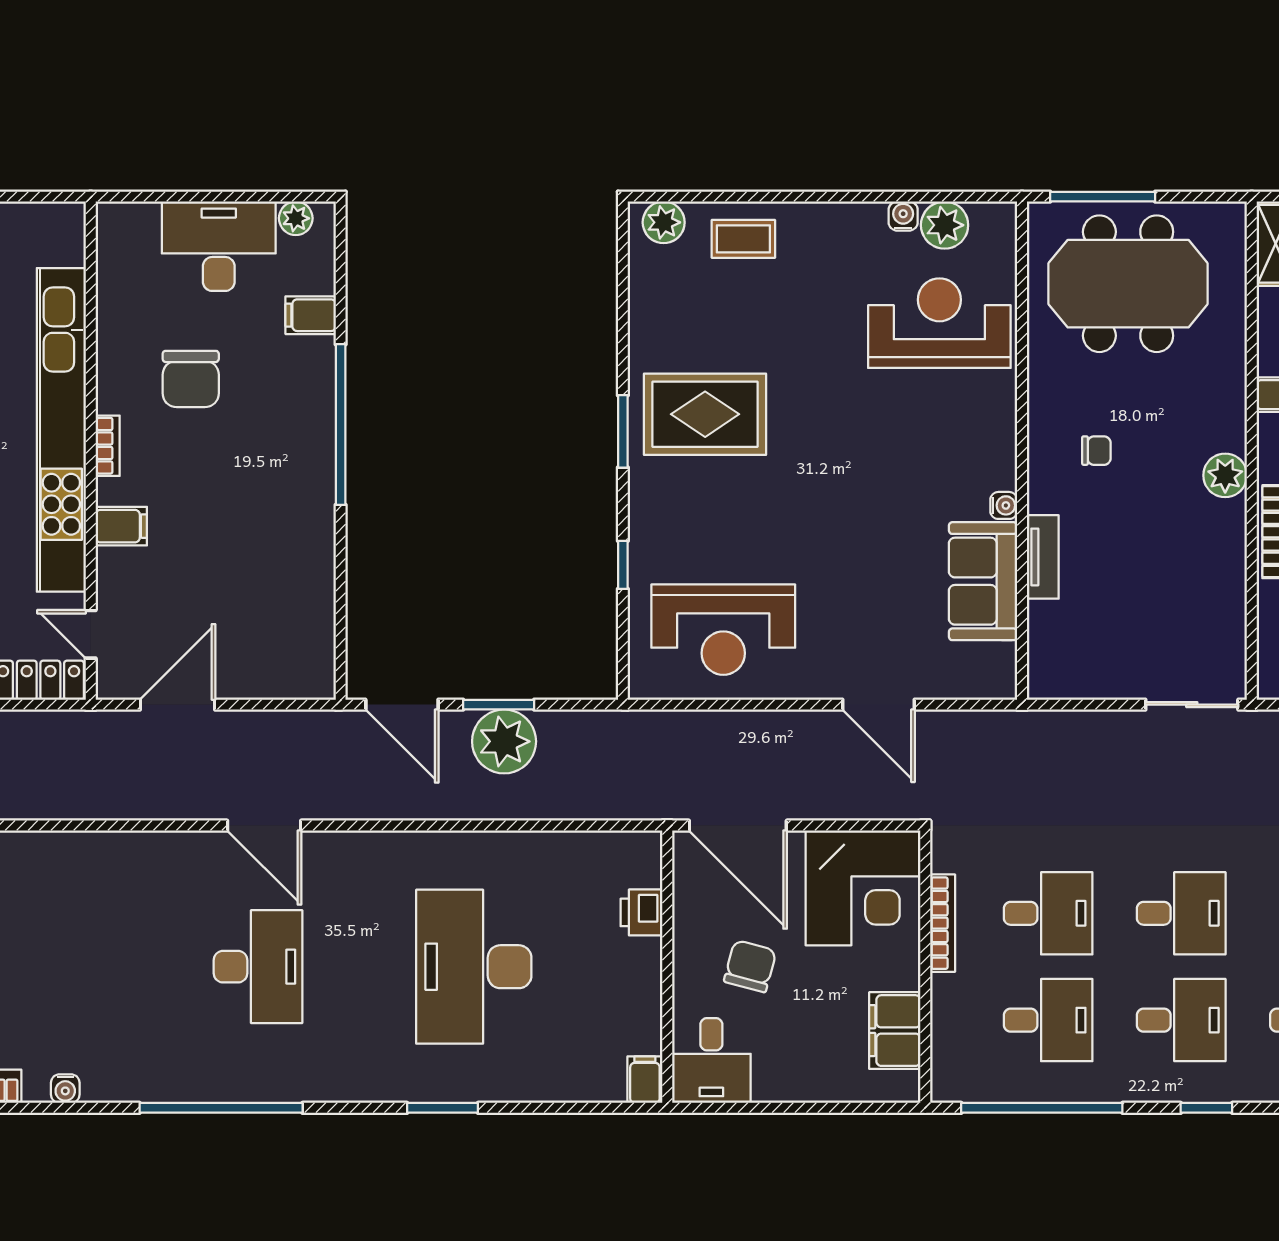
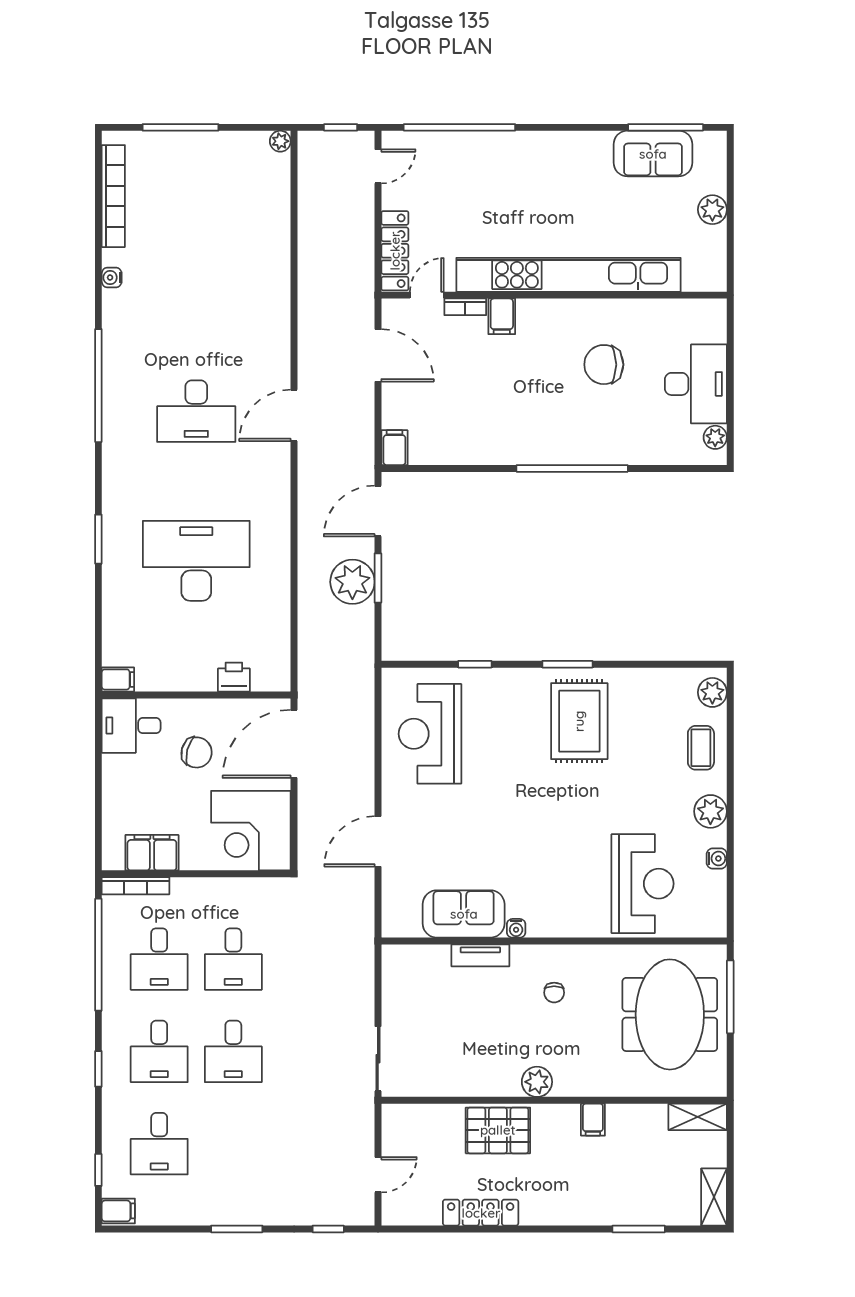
plant: (945, 225) -> (710, 811), moved
filing cabinet: (311, 315) -> (394, 448), moved
bookcase: (108, 446) -> (465, 307), moved
bookcase: (943, 923) -> (136, 886), moved

